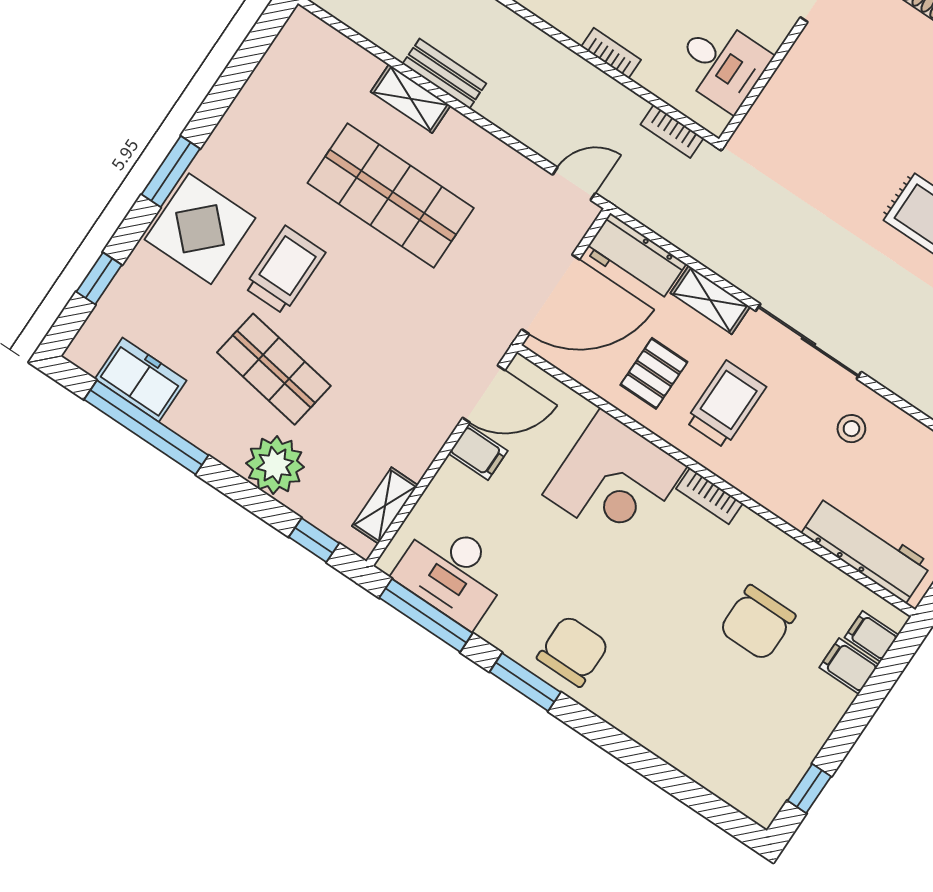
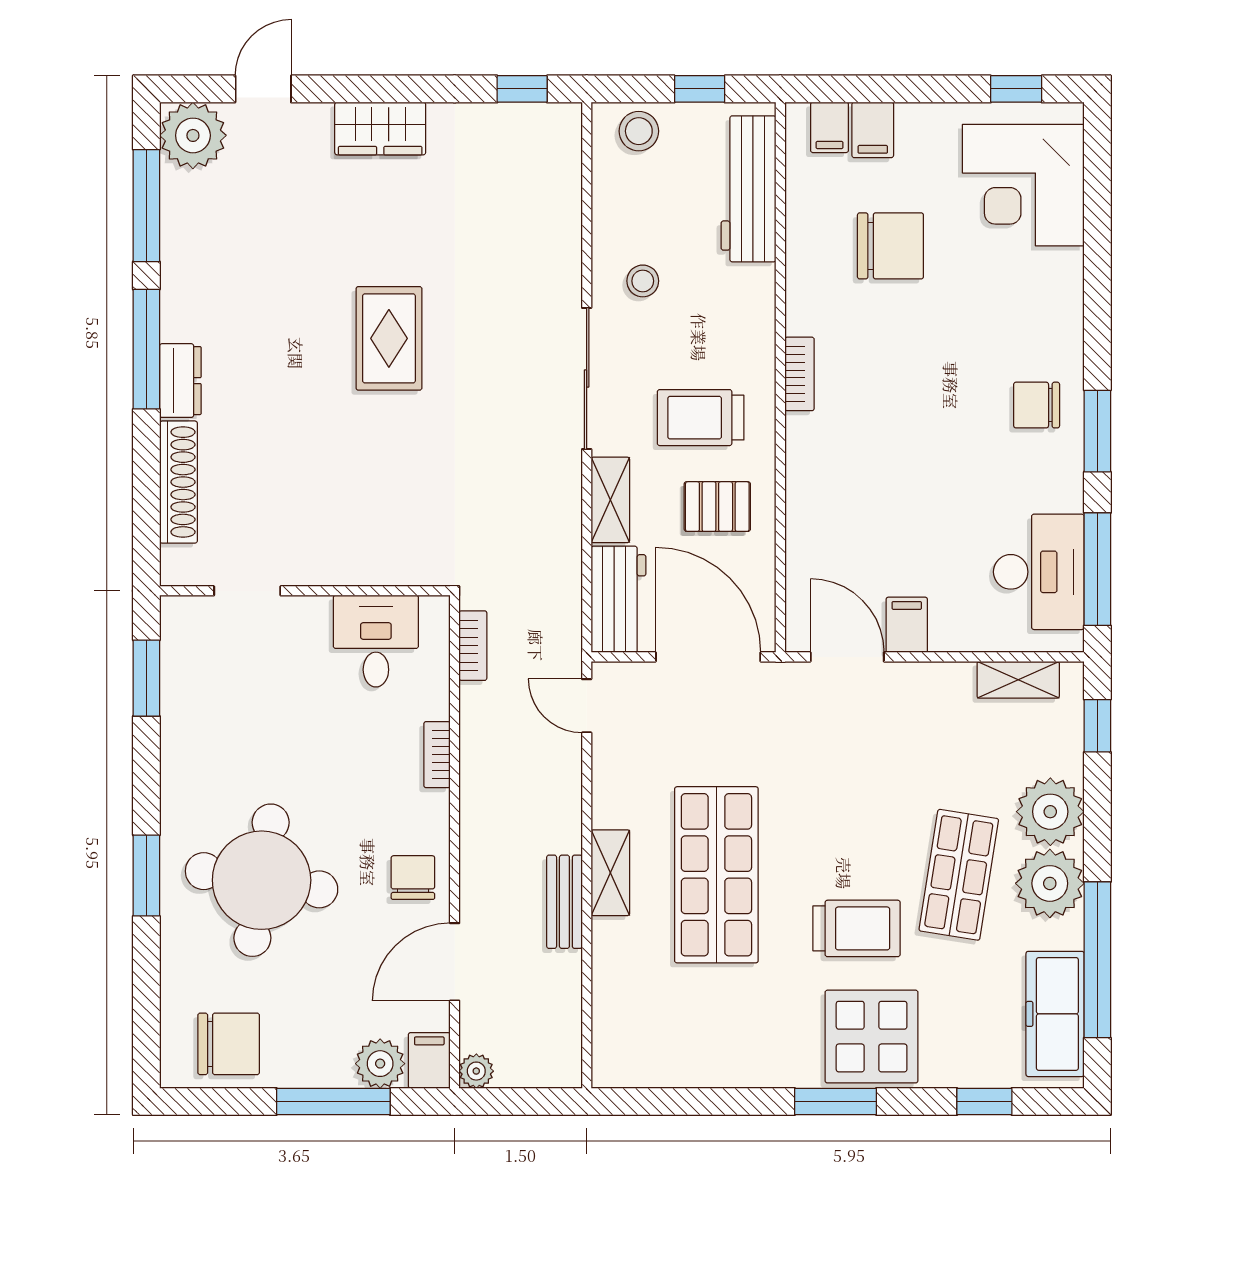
shelving: (411, 99) -> (610, 873), moved
trolley: (285, 270) -> (857, 928), turned 180
freezer: (141, 380) -> (1055, 1014), width x1.40
plant: (224, 430) -> (1050, 883), added
corner desk: (615, 480) -> (1023, 185), moved, turned 180
chair: (573, 651) -> (1037, 405), width x0.73, depth x0.73

